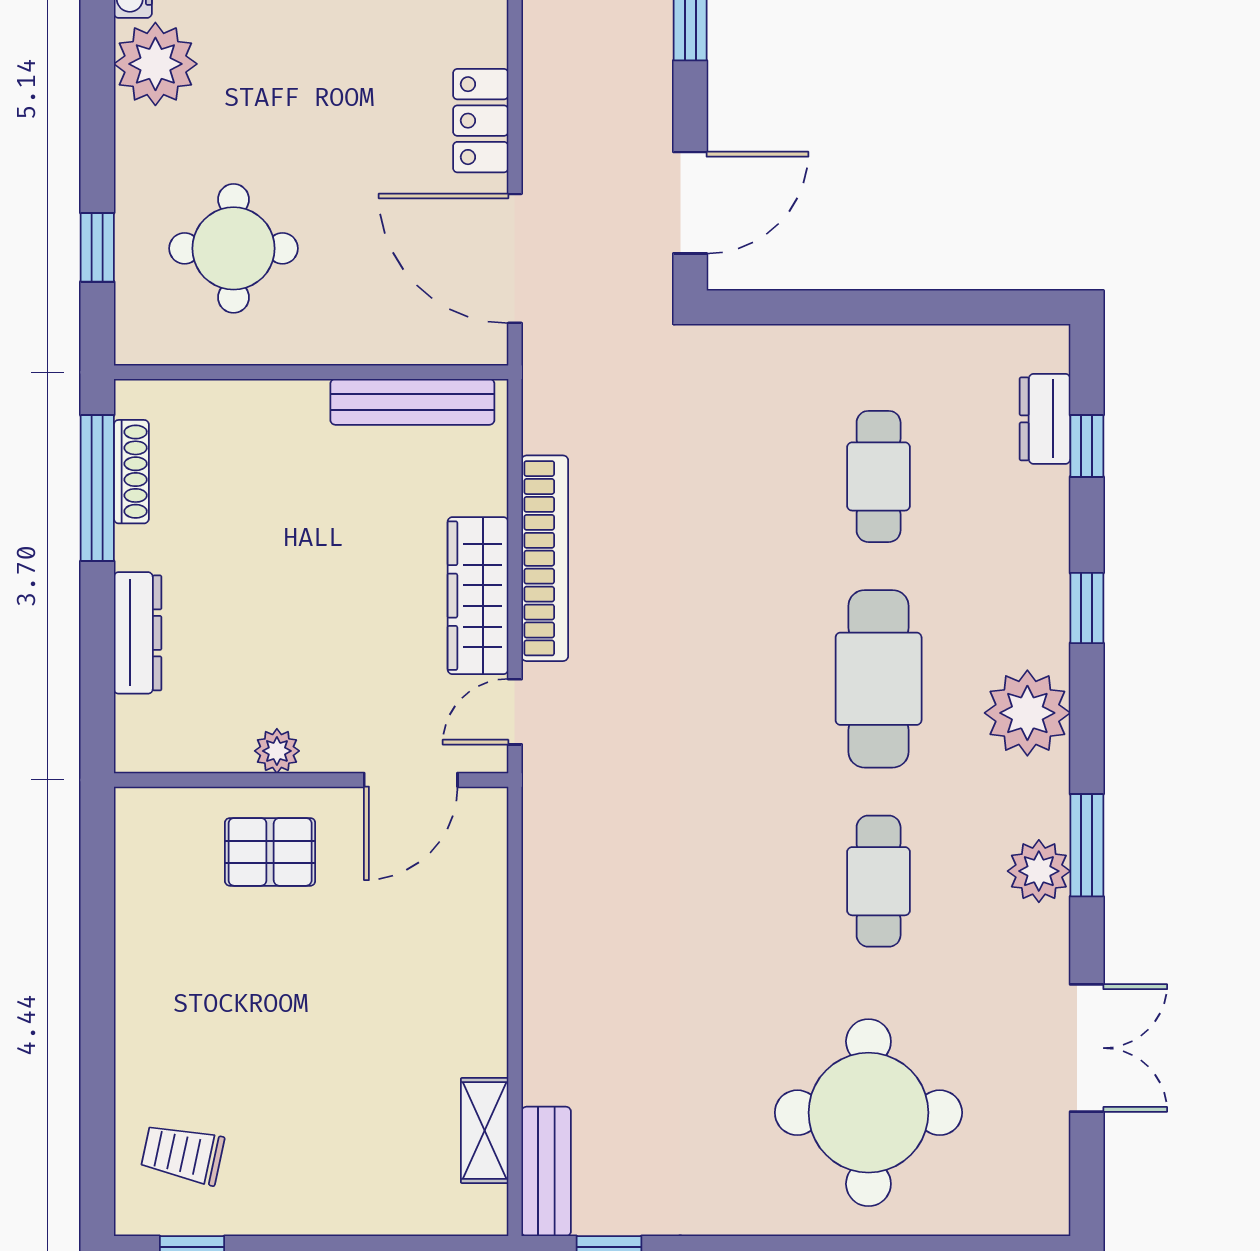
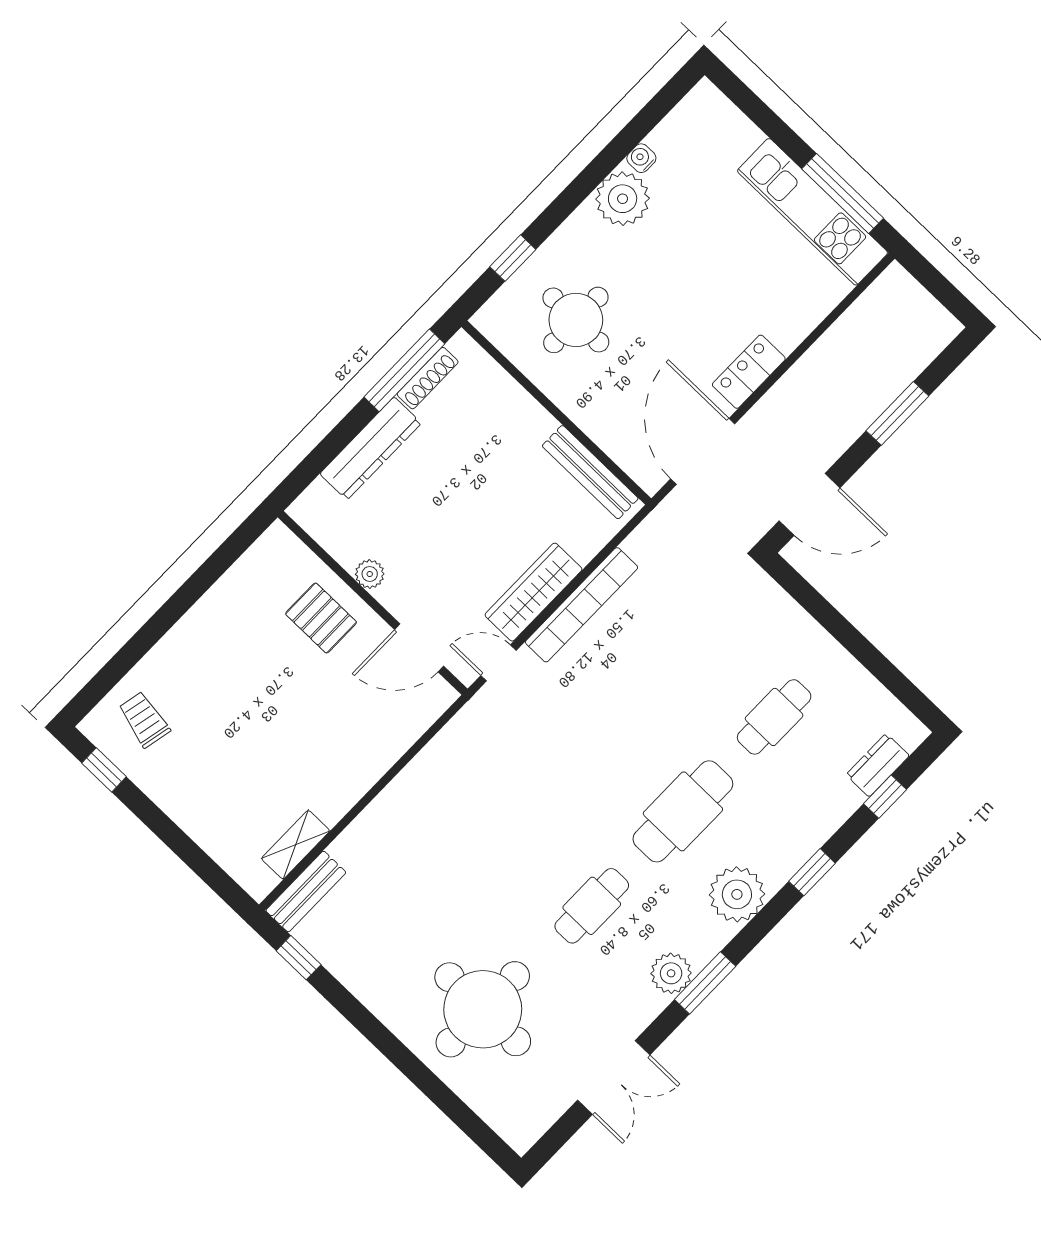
dresser: (138, 633) -> (371, 448), width x1.37, depth x1.24

